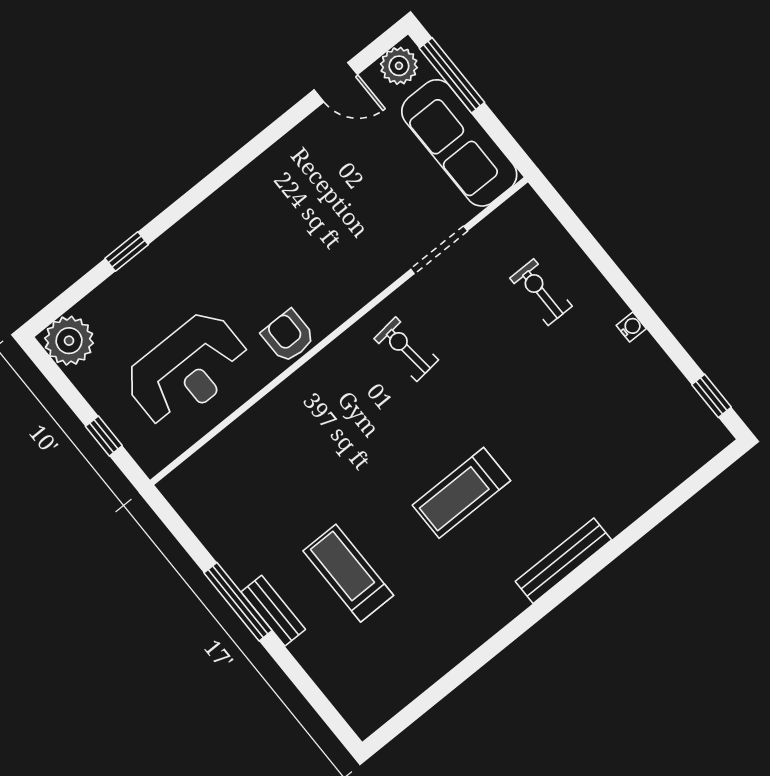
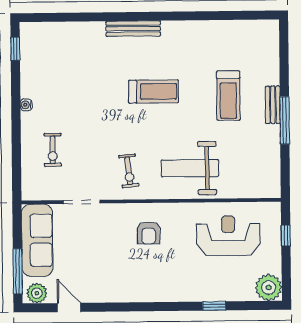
armchair: (288, 336) -> (149, 233), moved
weight bench: (320, 423) -> (190, 168), added

